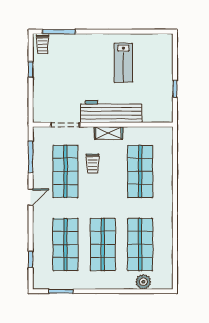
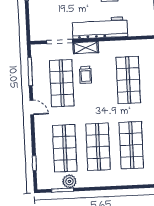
shelving: (109, 133) -> (86, 48), moved
door: (31, 197) -> (32, 108), hinge flipped
plant: (143, 282) -> (69, 181), moved

